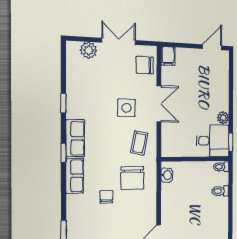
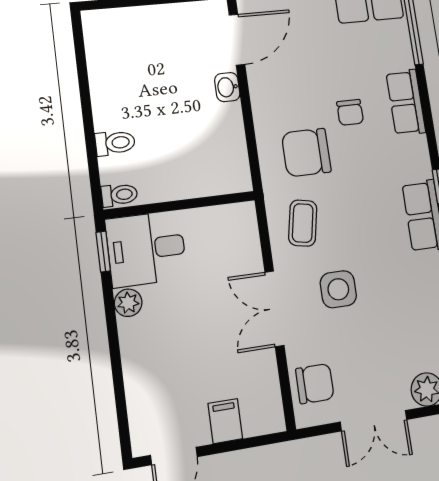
filing cabinet: (168, 56) -> (225, 421), moved
washbasin: (167, 175) -> (227, 87), moved
row of seats: (75, 176) -> (406, 102), moved
chair: (132, 178) -> (306, 153), turned -90

